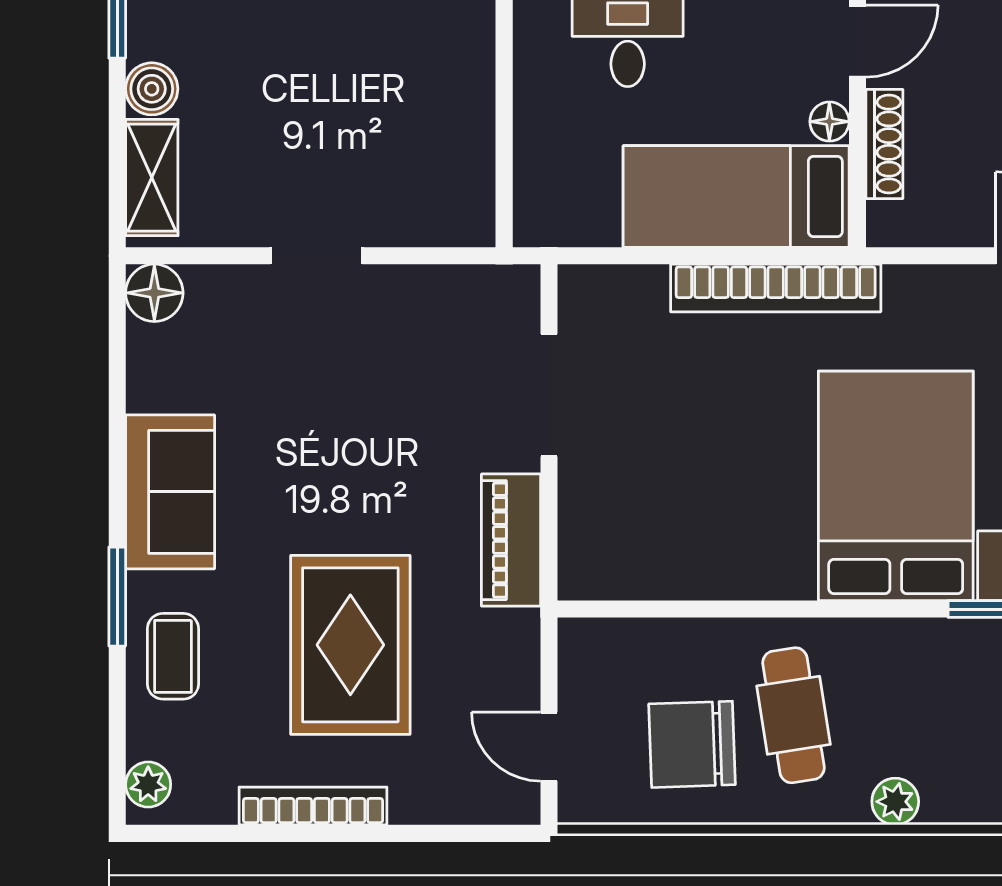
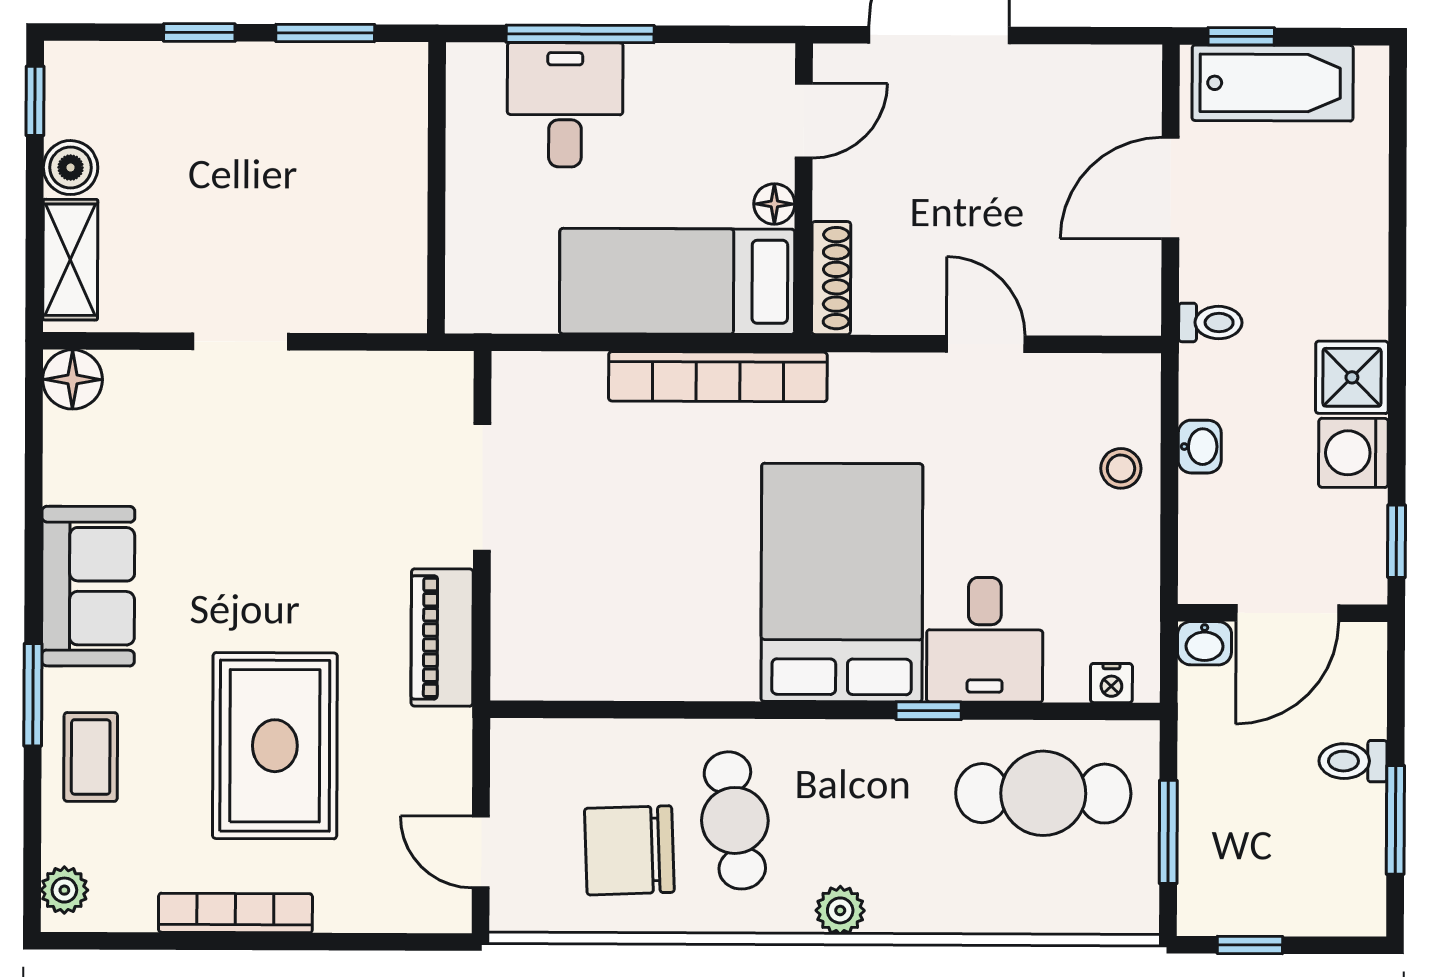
shoe rack: (884, 144) -> (831, 278), moved

